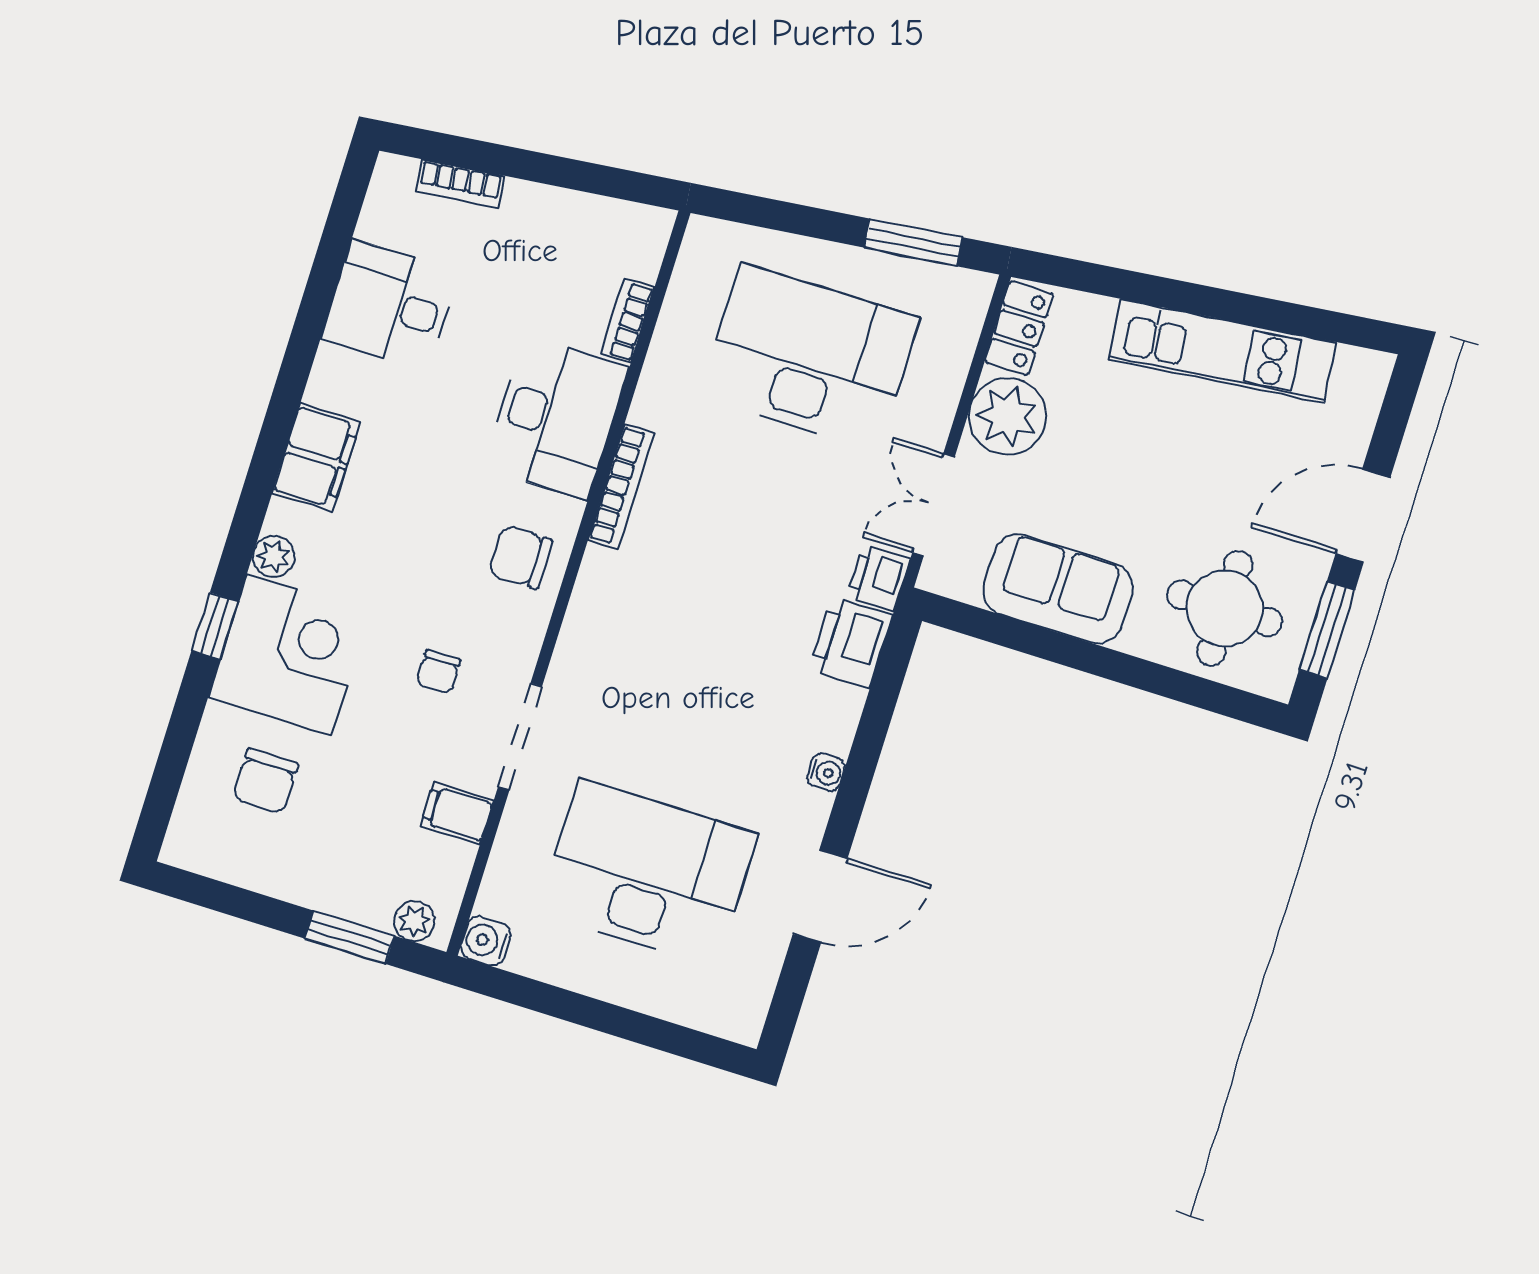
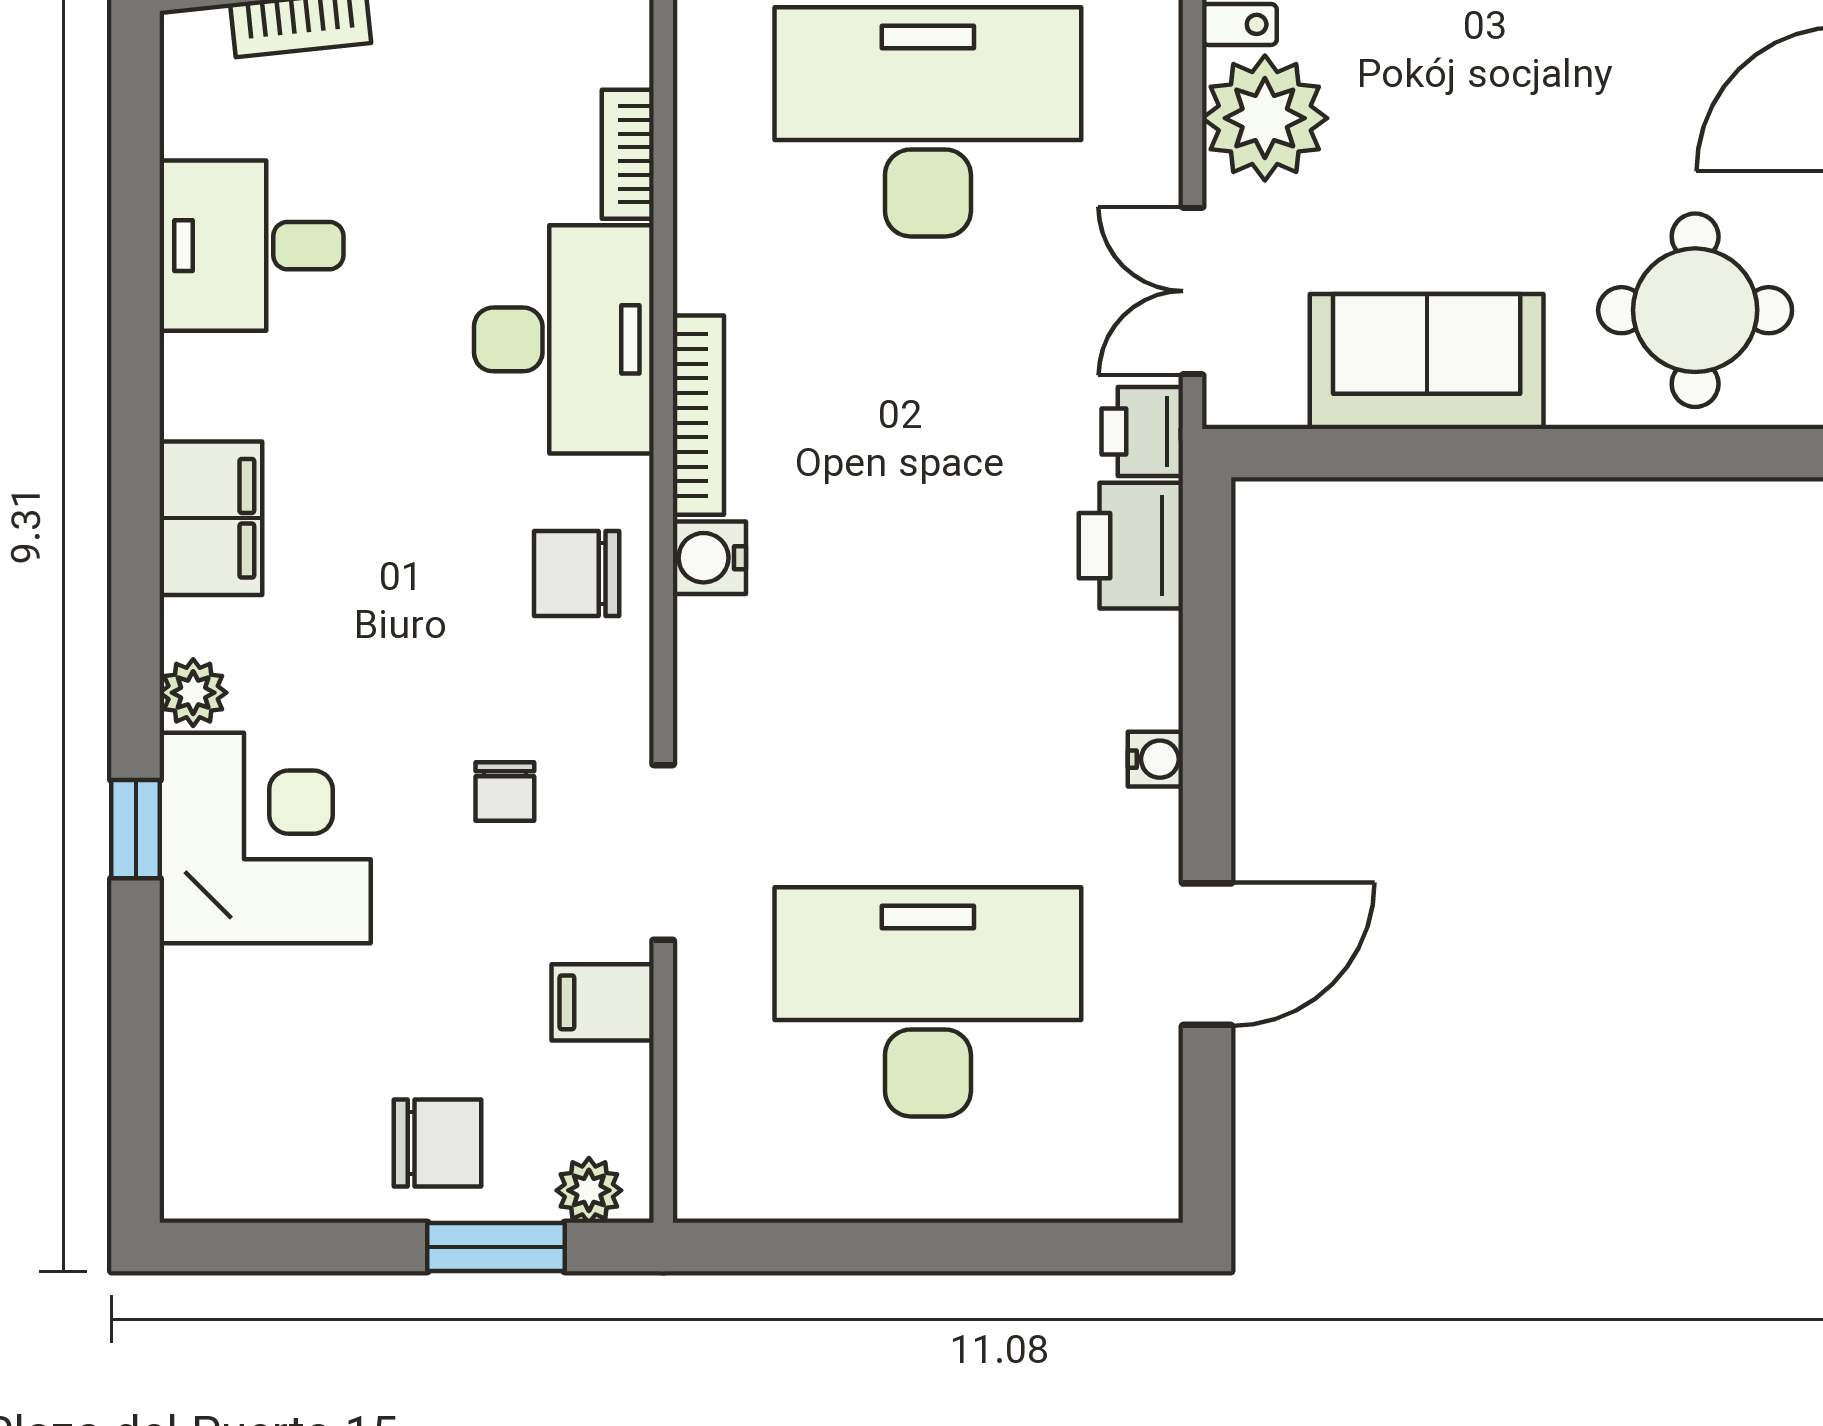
chair: (265, 781) -> (437, 1143), moved, turned -90
water cooler: (486, 941) -> (709, 558), moved

